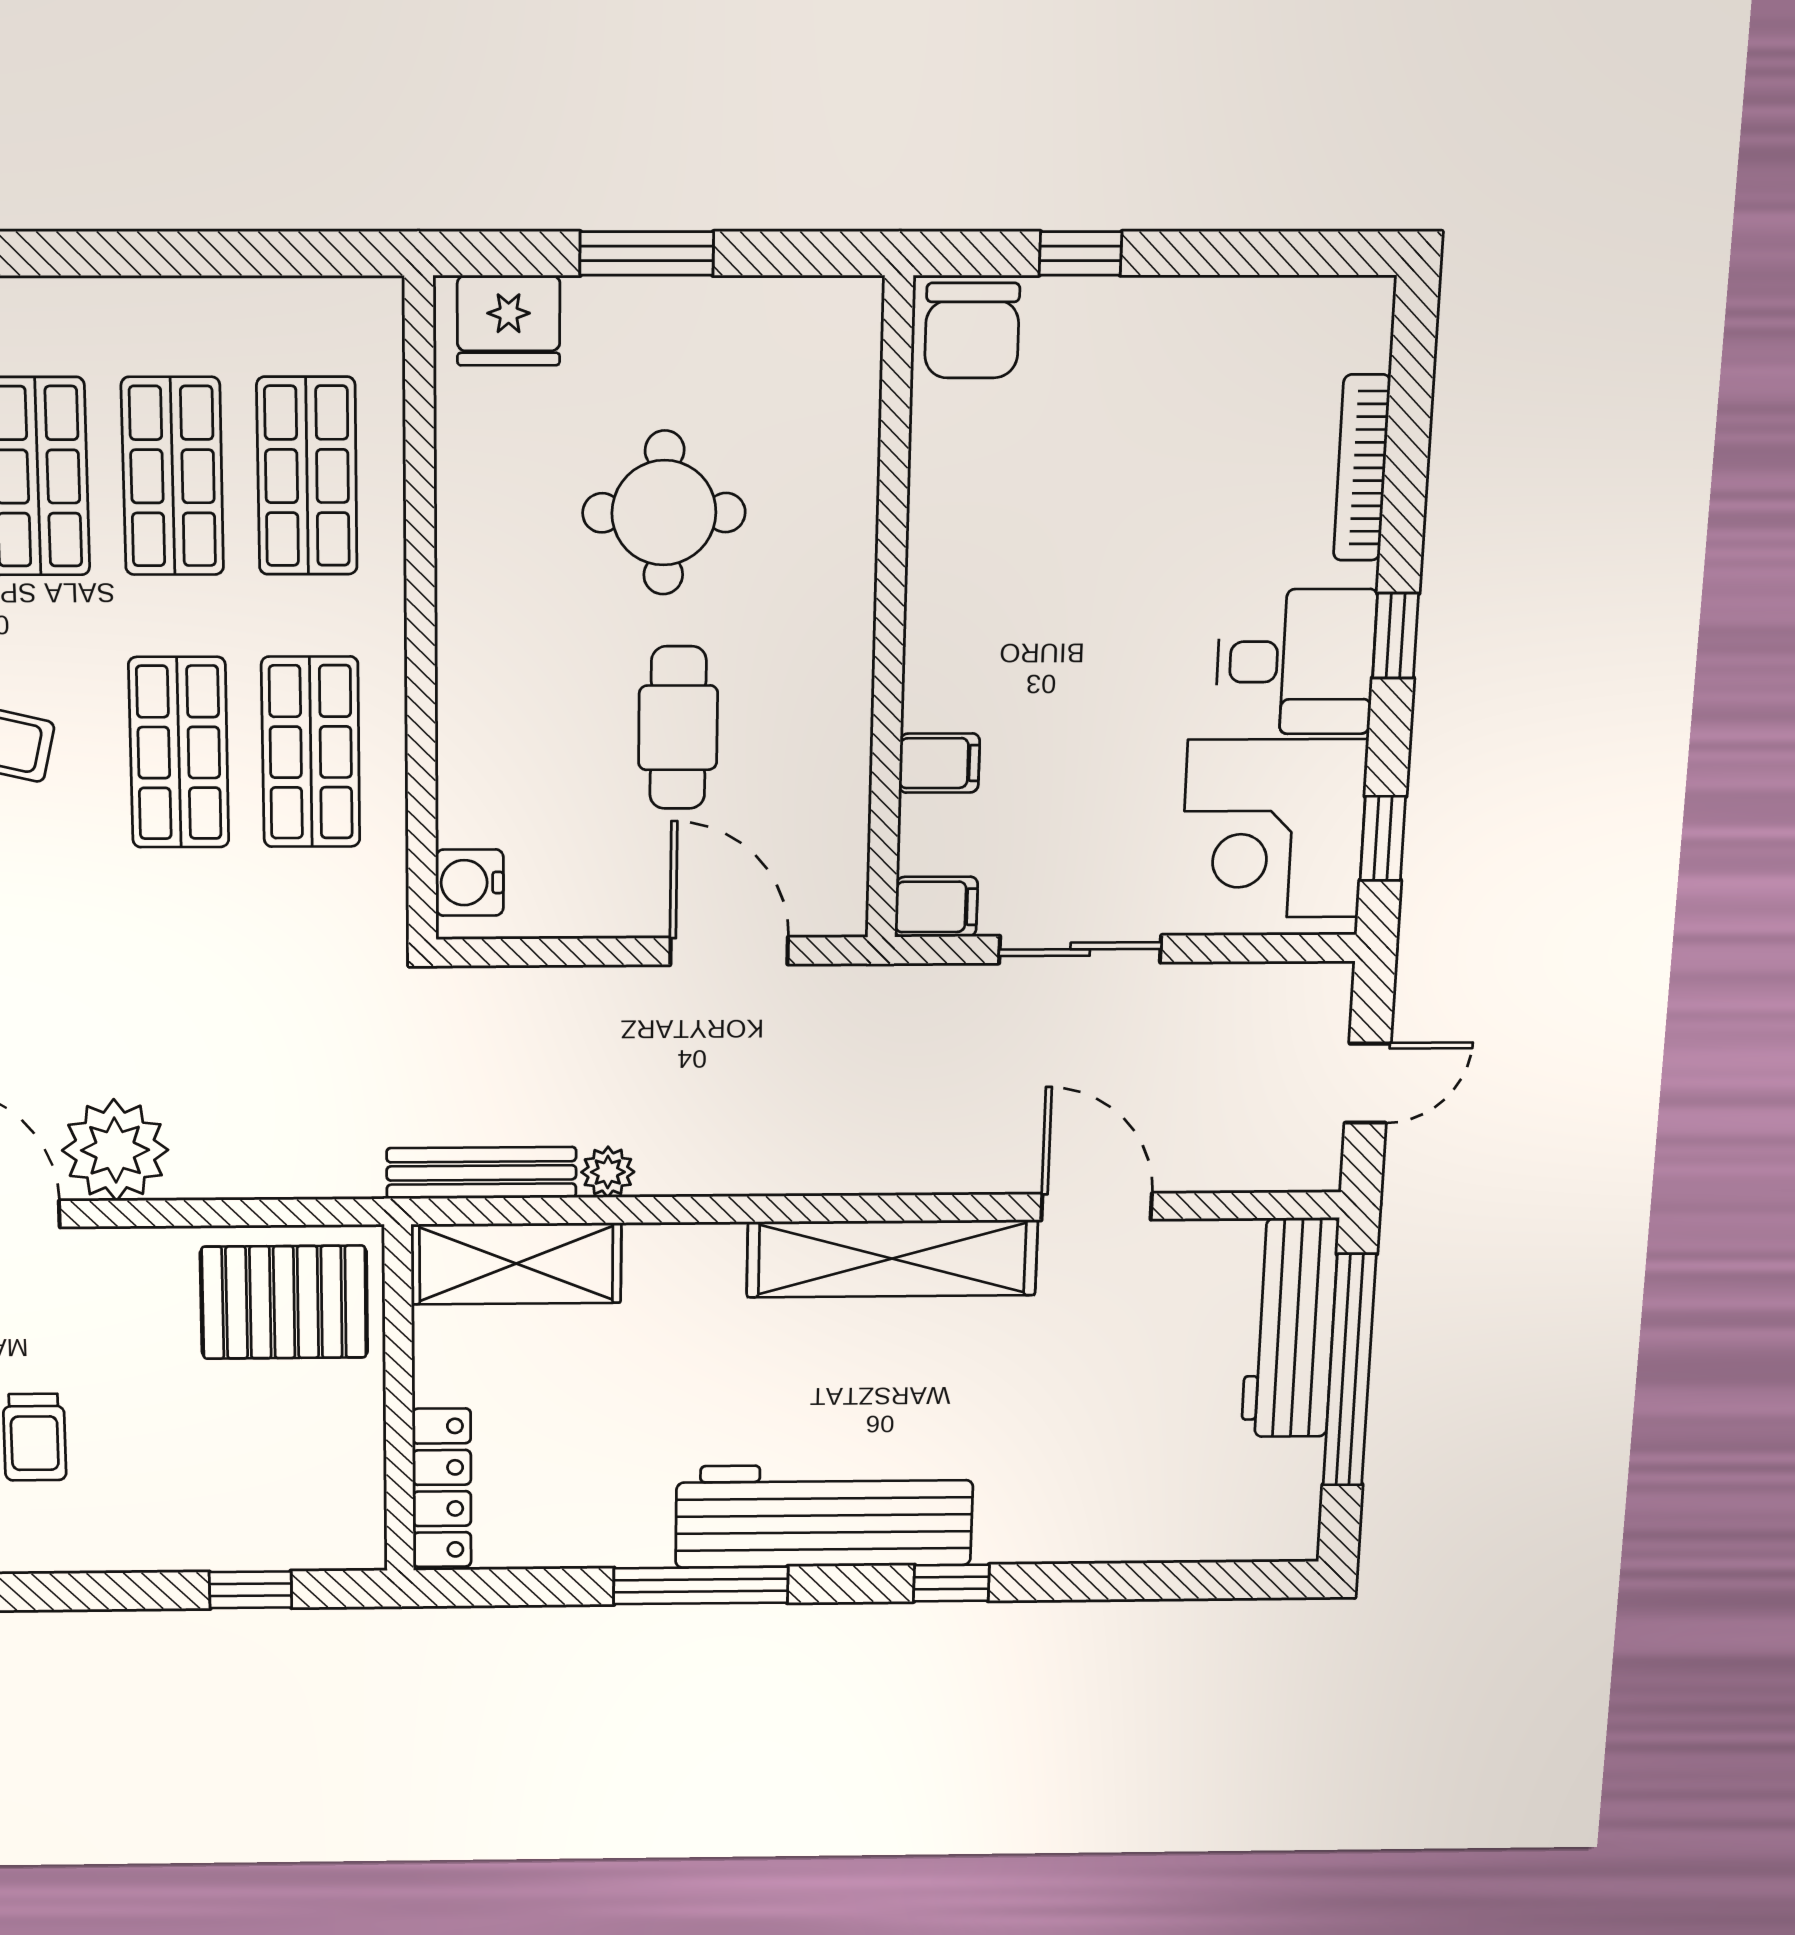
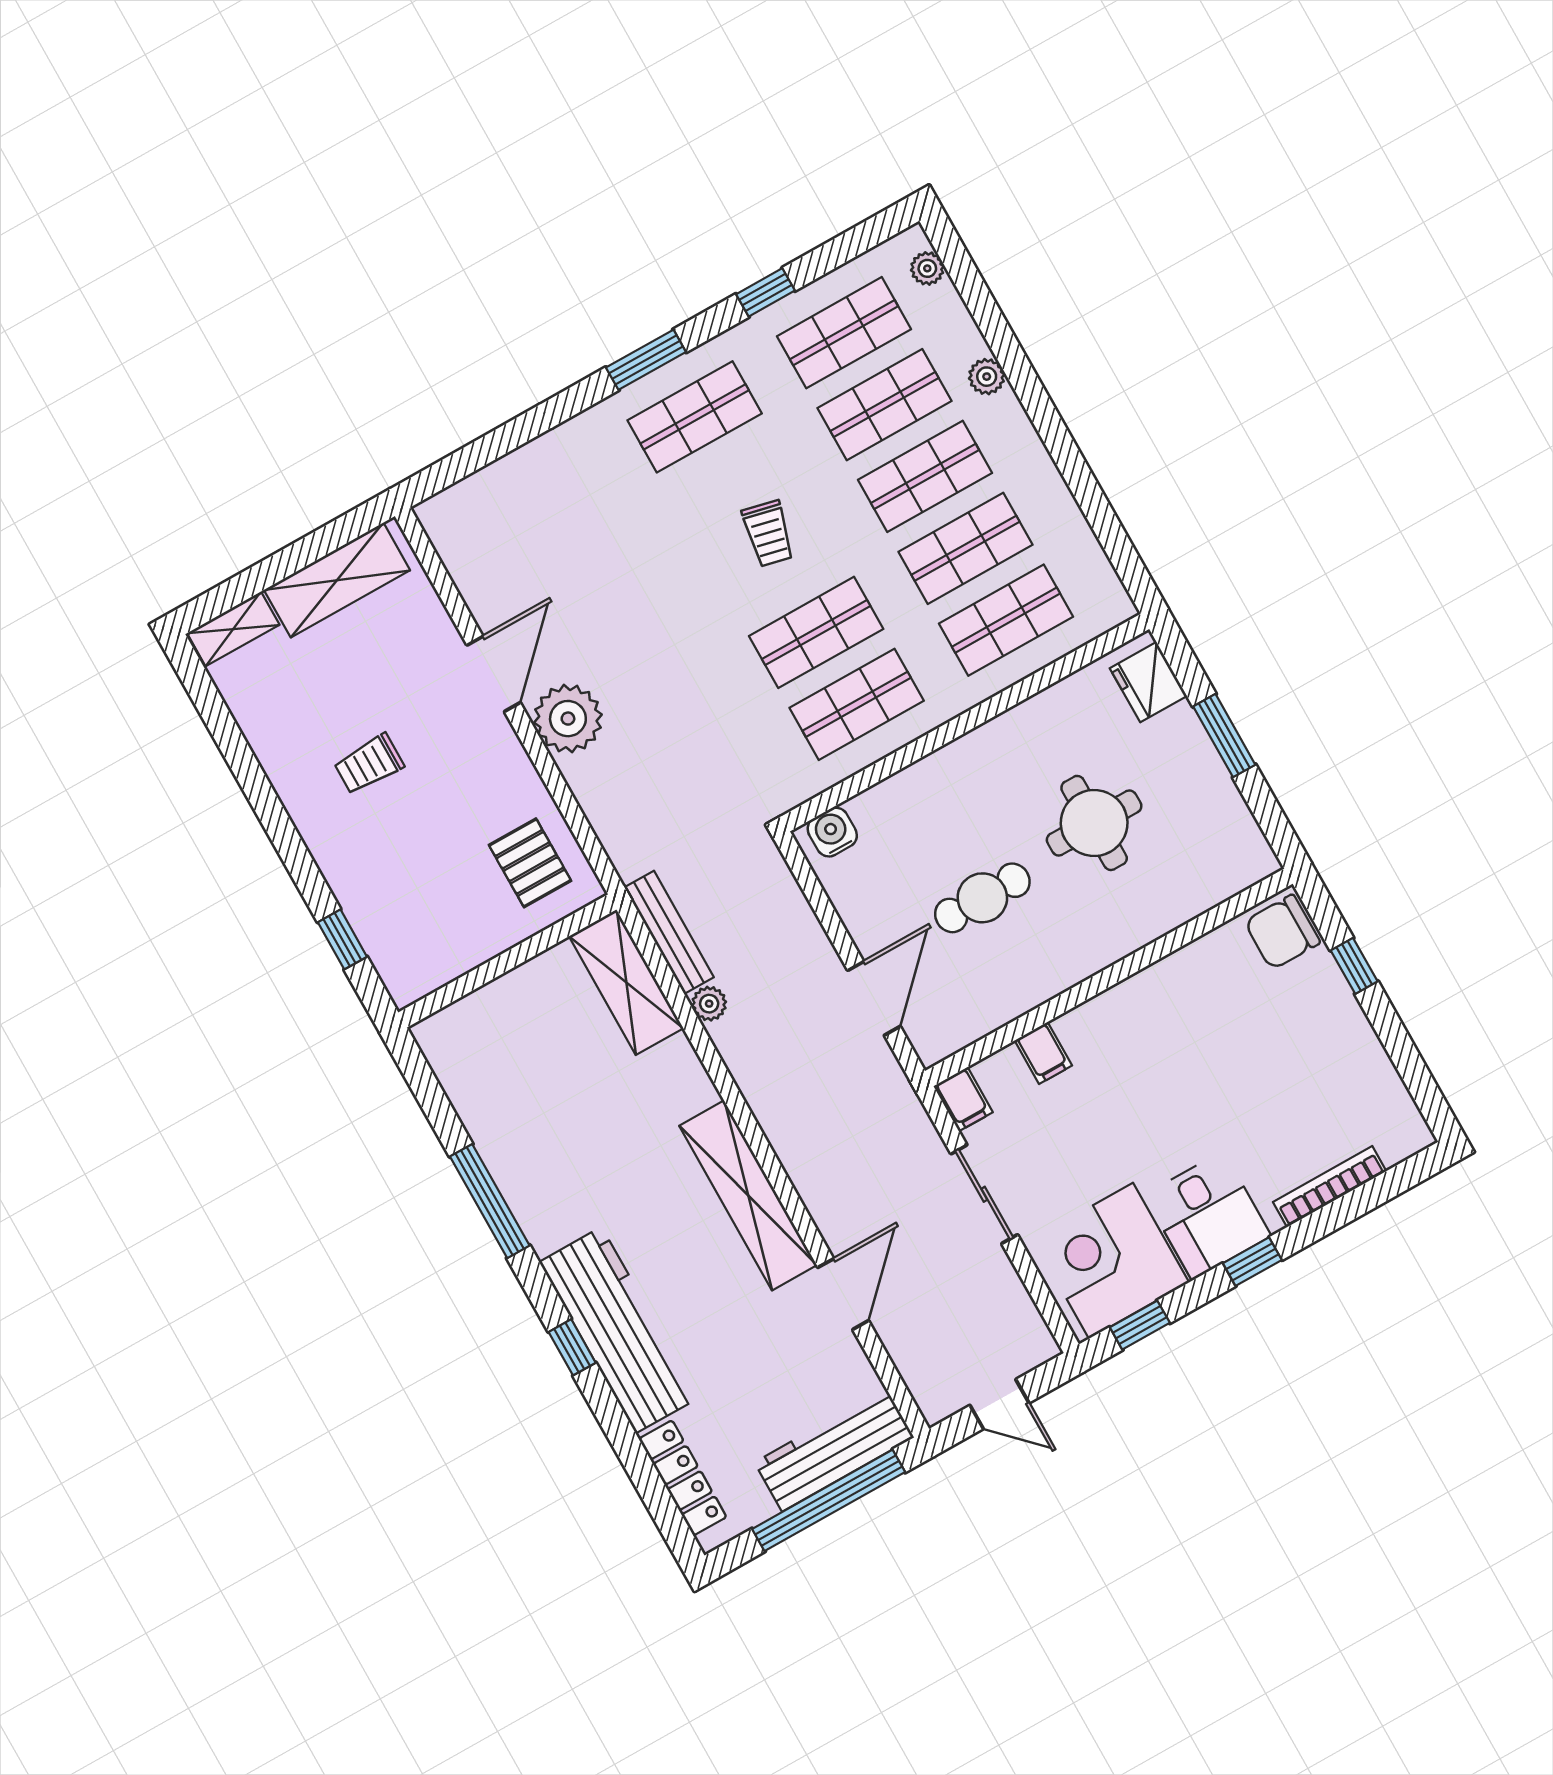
pallet: (284, 1302) -> (530, 863), width x0.67, depth x0.71
locker: (442, 1488) -> (683, 1478), moved, turned -90
workbench: (824, 1516) -> (619, 1330), moved

